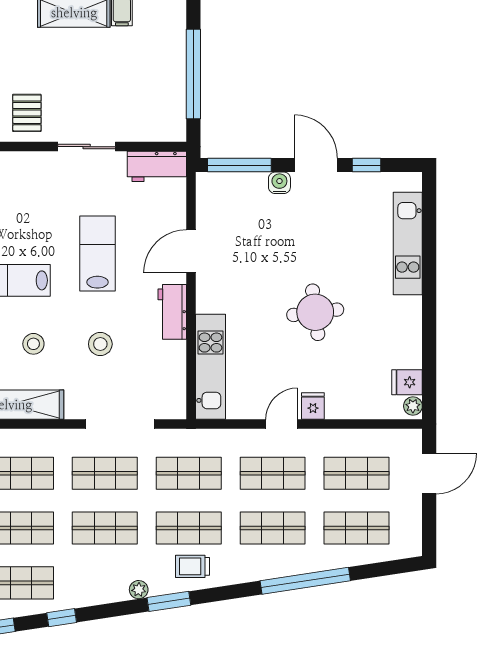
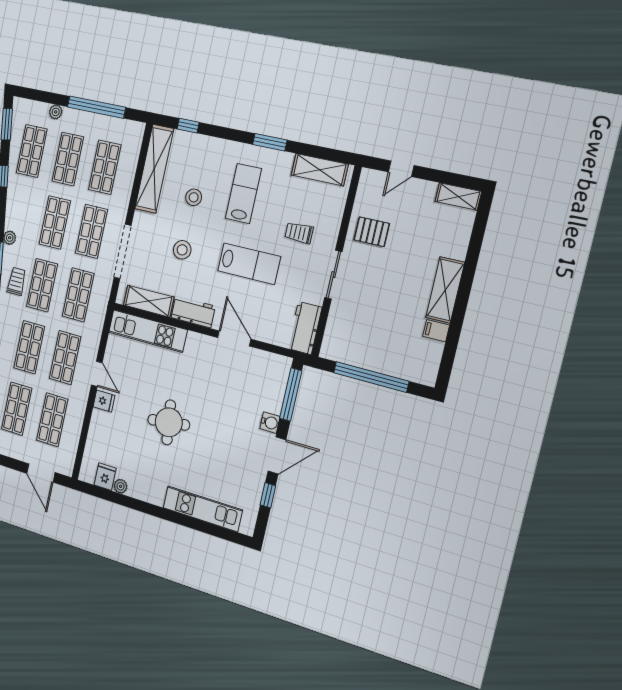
trolley: (47, 200) -> (299, 233), added
shelving: (173, 374) -> (149, 301), added
plant: (413, 406) -> (121, 486), moved

